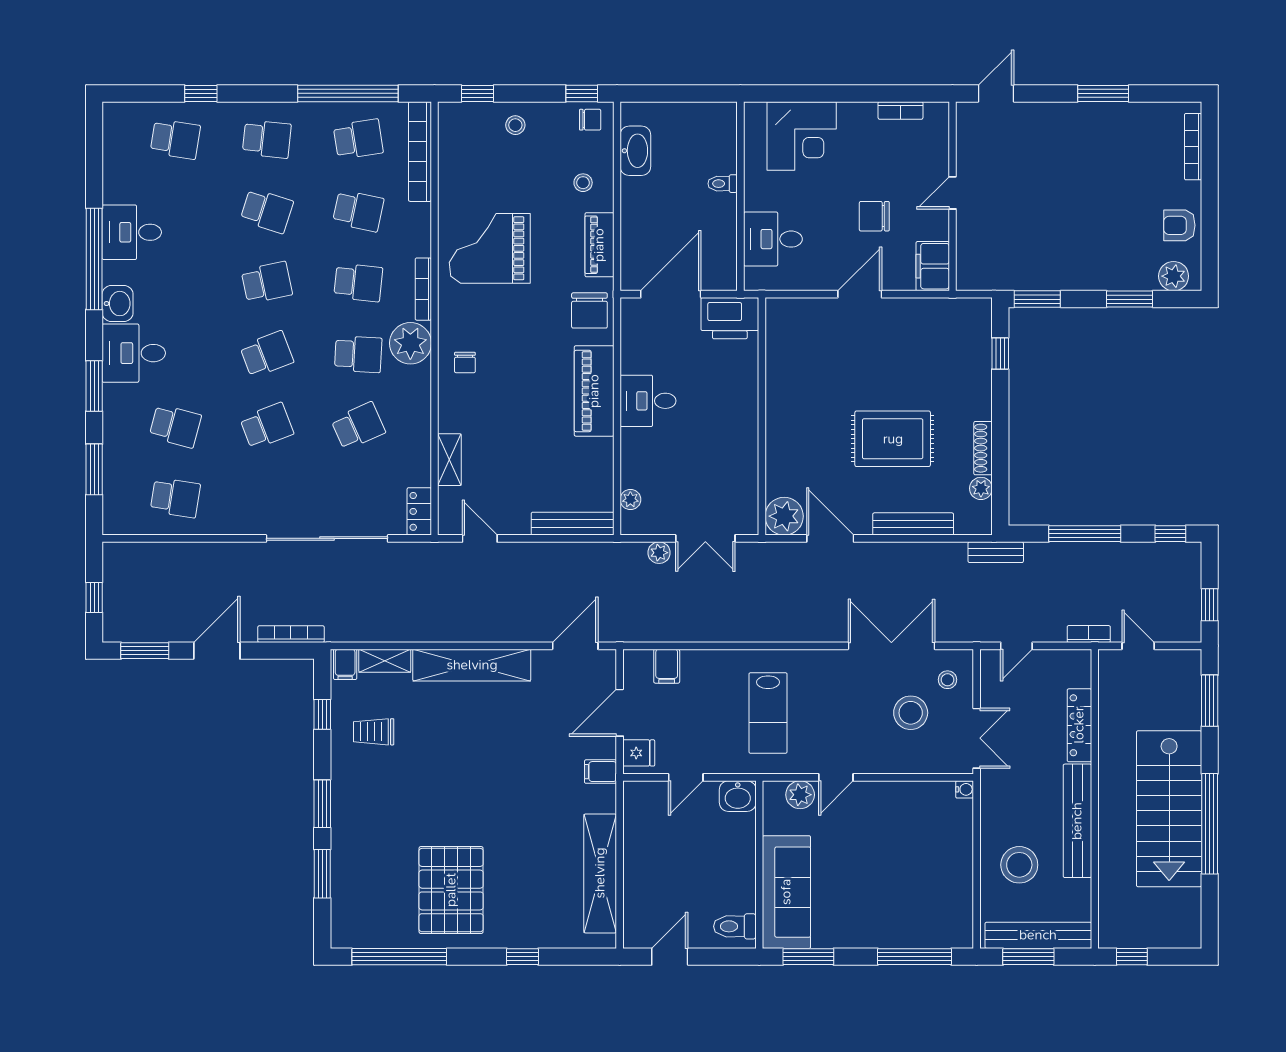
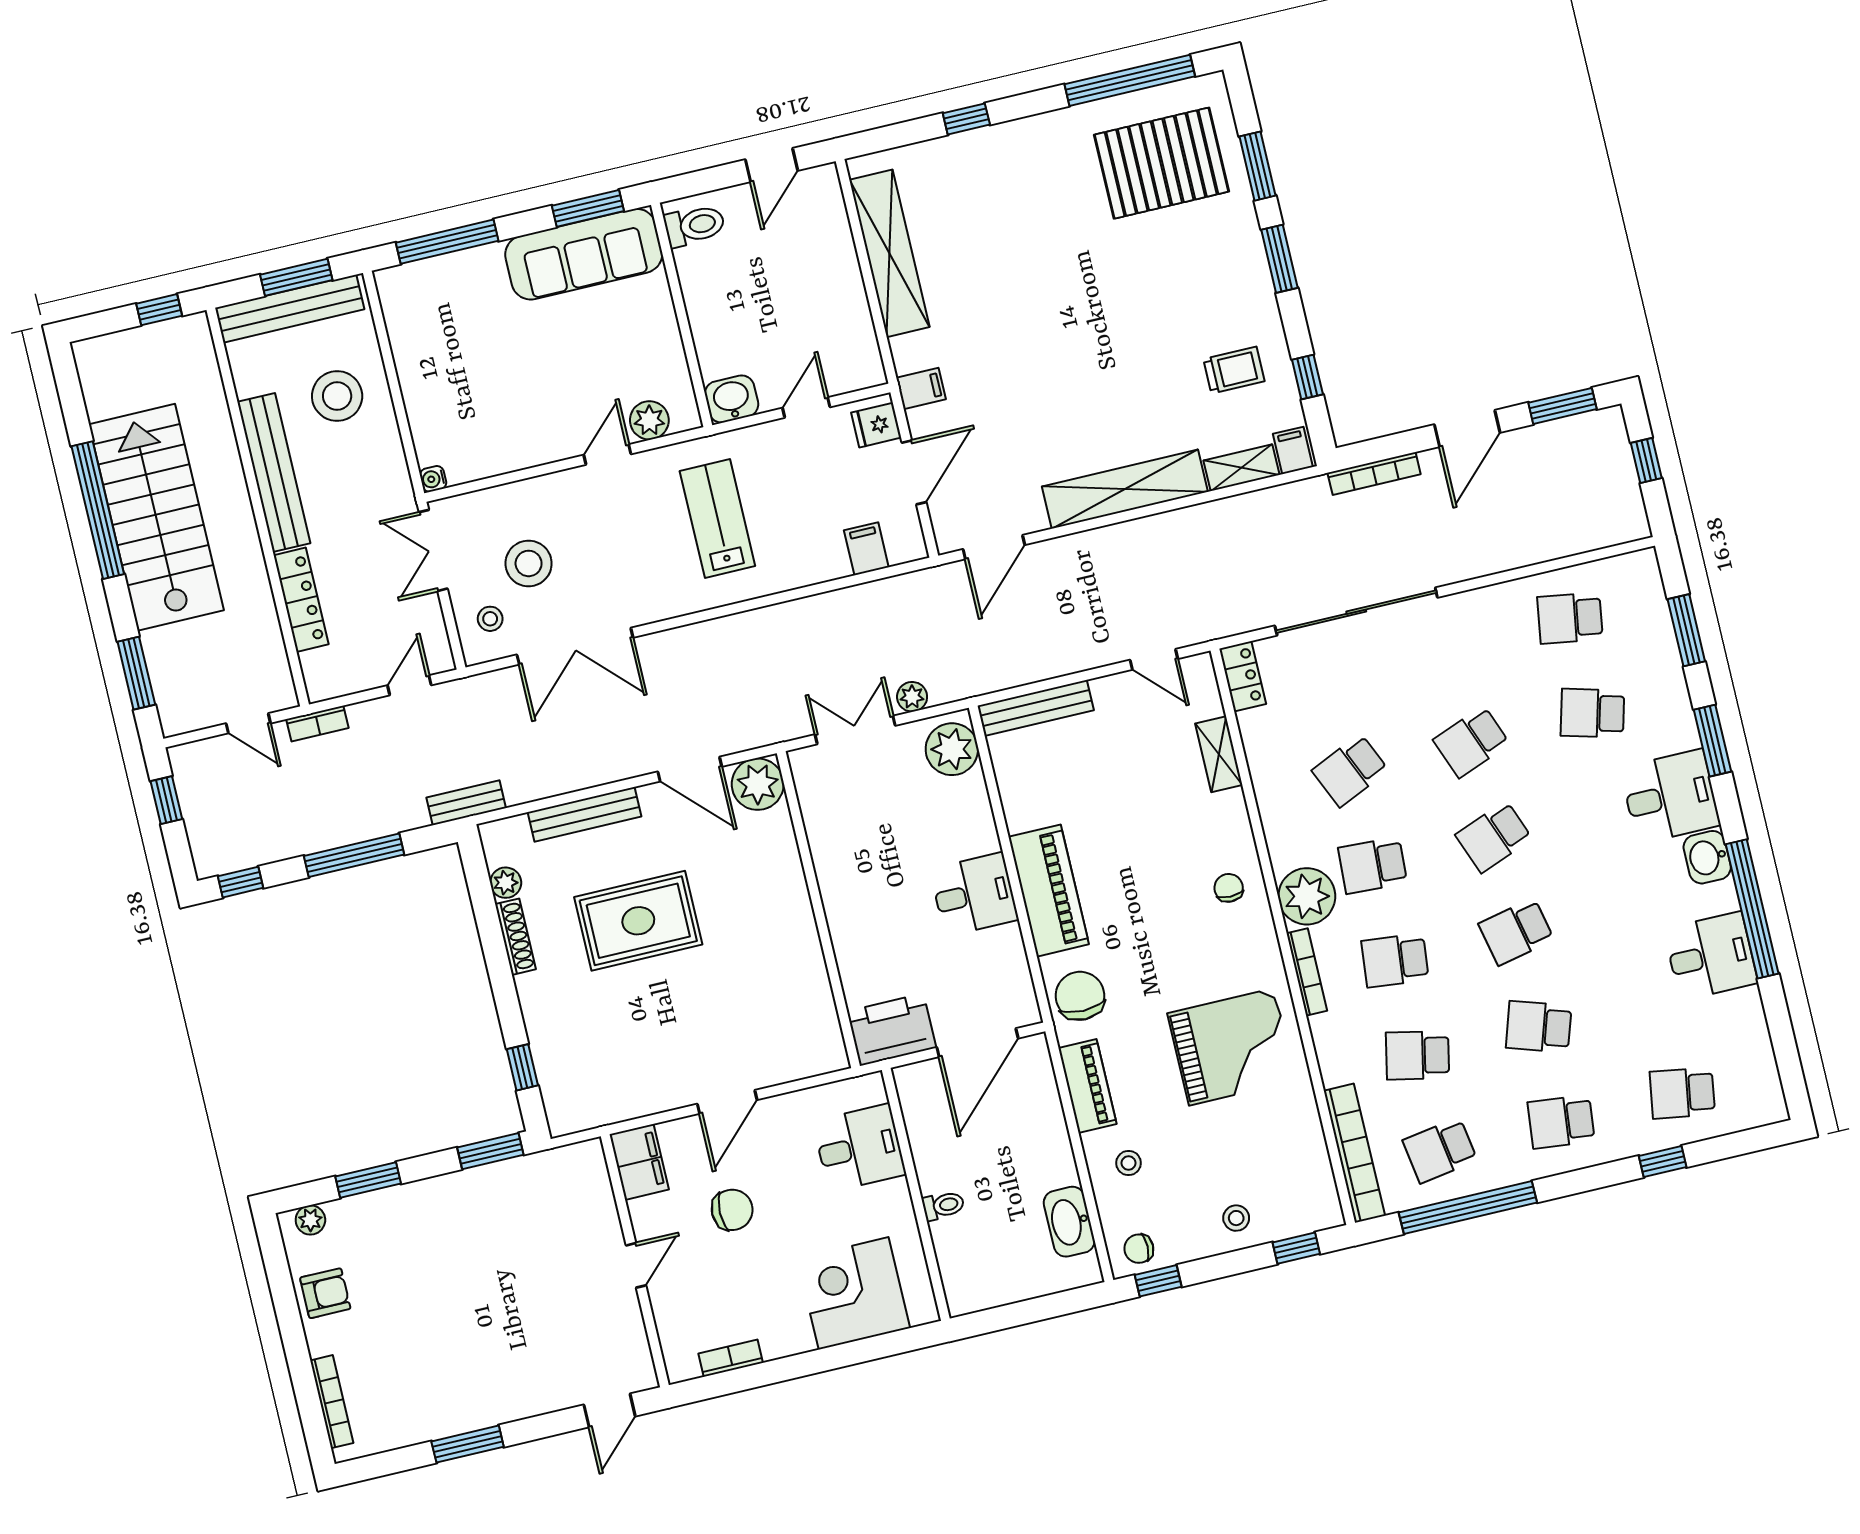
plant: (1174, 276) -> (310, 1220), width x0.73, depth x0.73
plant: (630, 499) -> (952, 749), width x1.88, depth x1.88
pallet: (451, 890) -> (1161, 163), moved, turned 90
sofa: (786, 892) -> (584, 254), moved, turned -90

